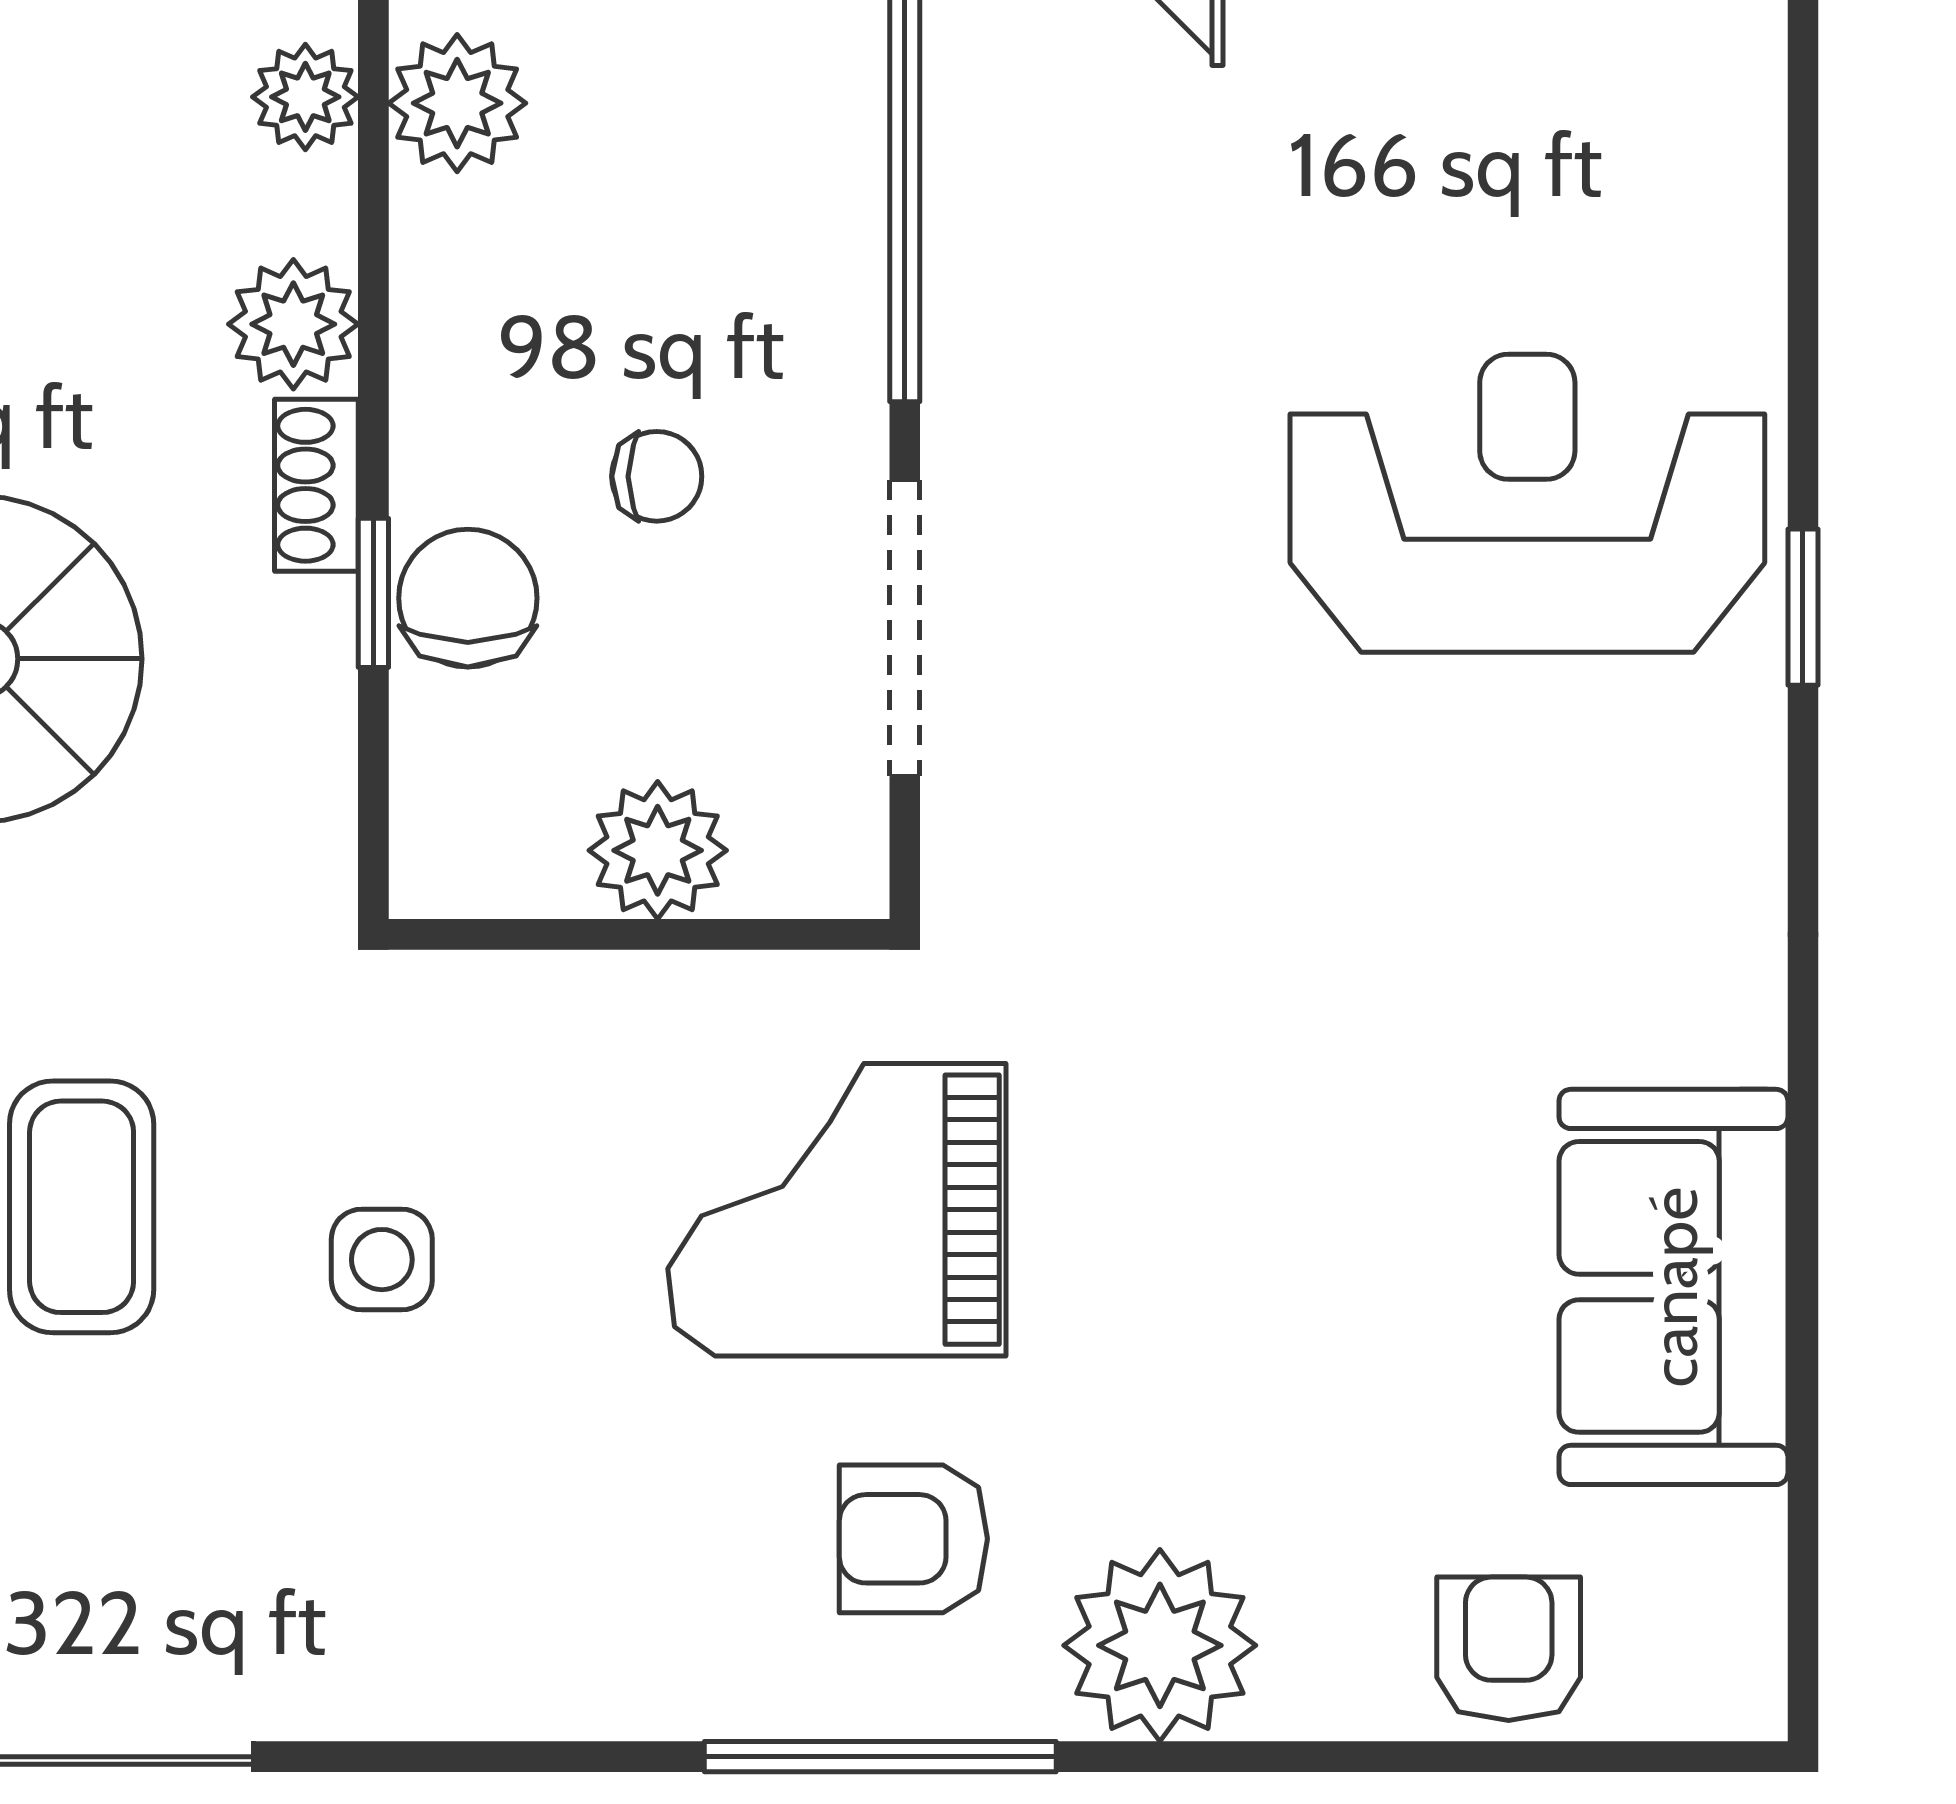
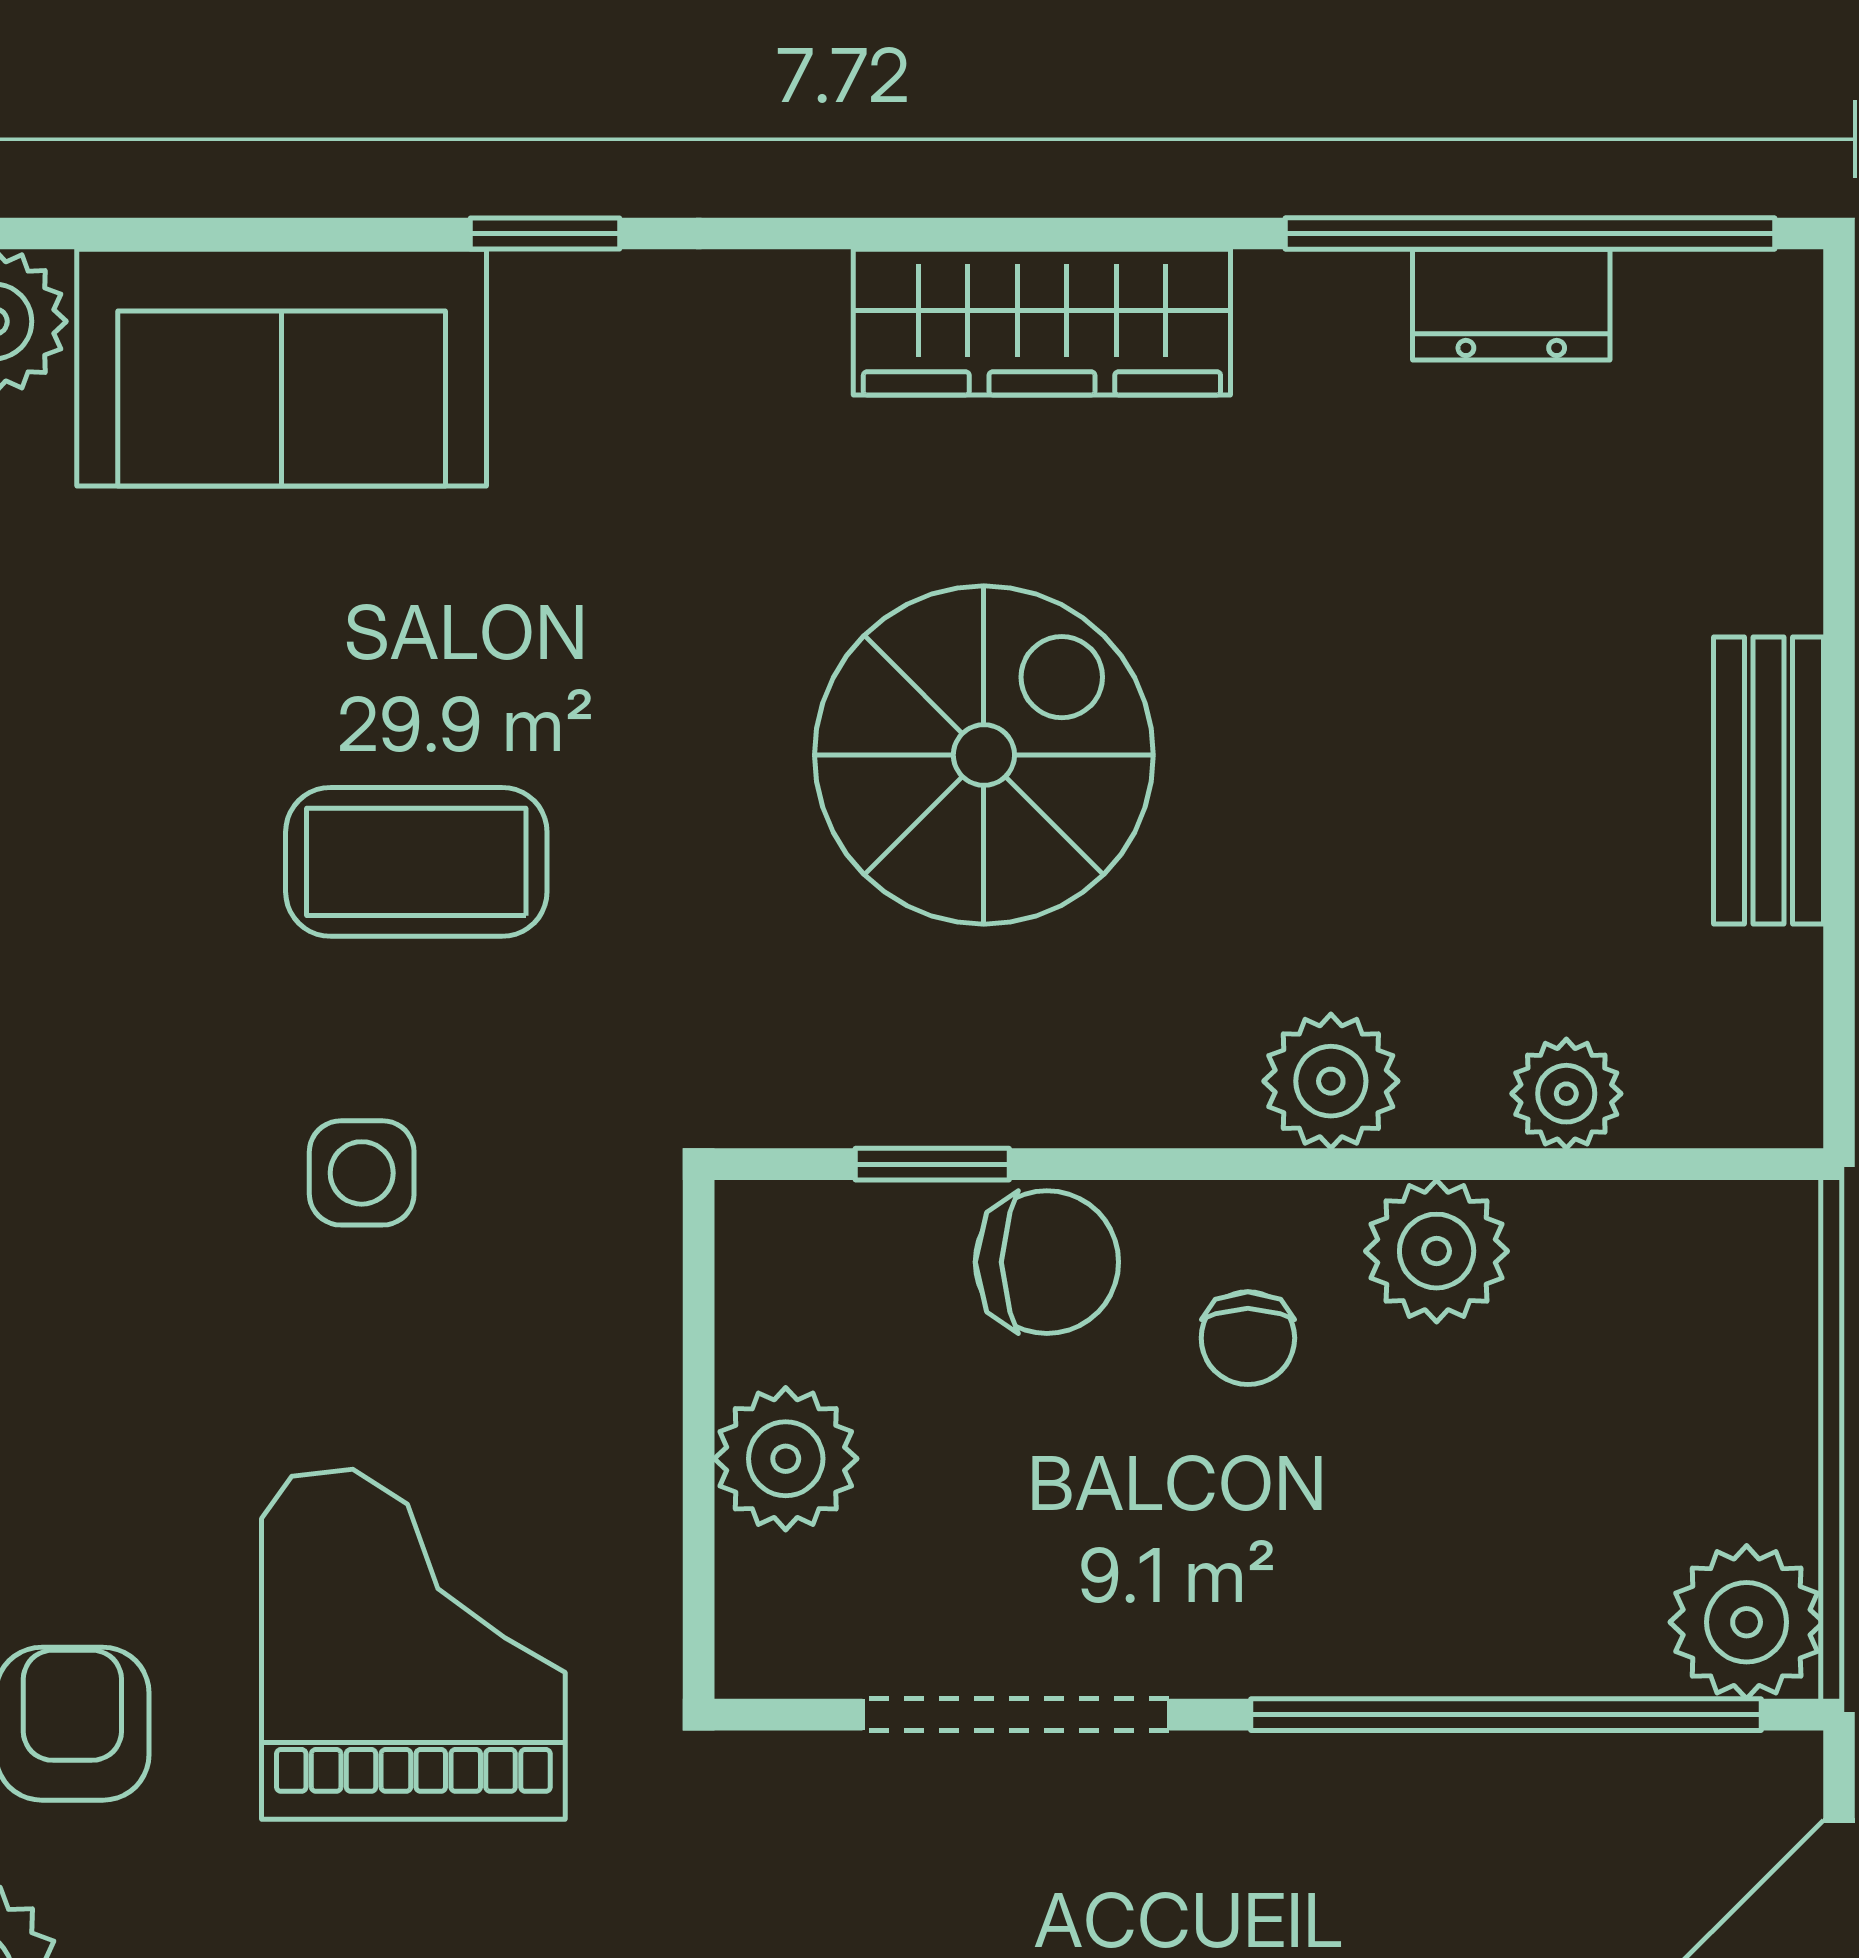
plant: (457, 103) -> (1437, 1251), moved
chair: (657, 476) -> (1248, 1338), moved
shoe rack: (316, 485) -> (1164, 1105), removed
window: (373, 593) -> (932, 1164), moved

